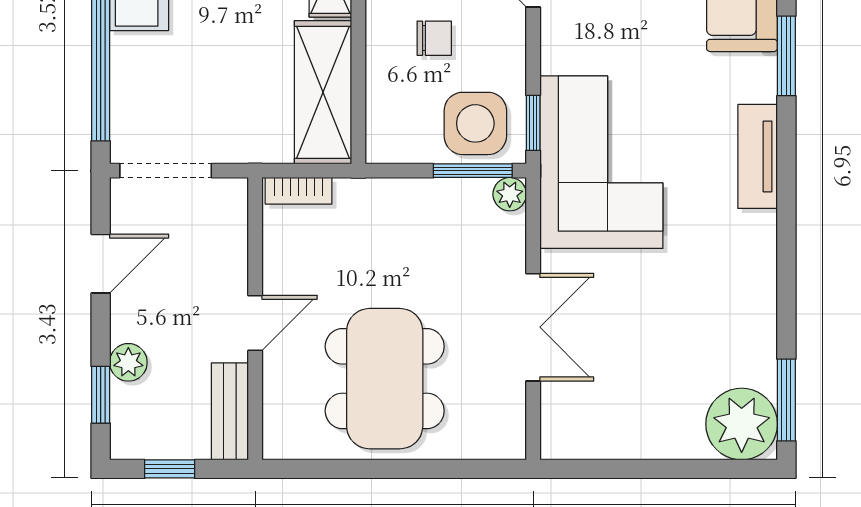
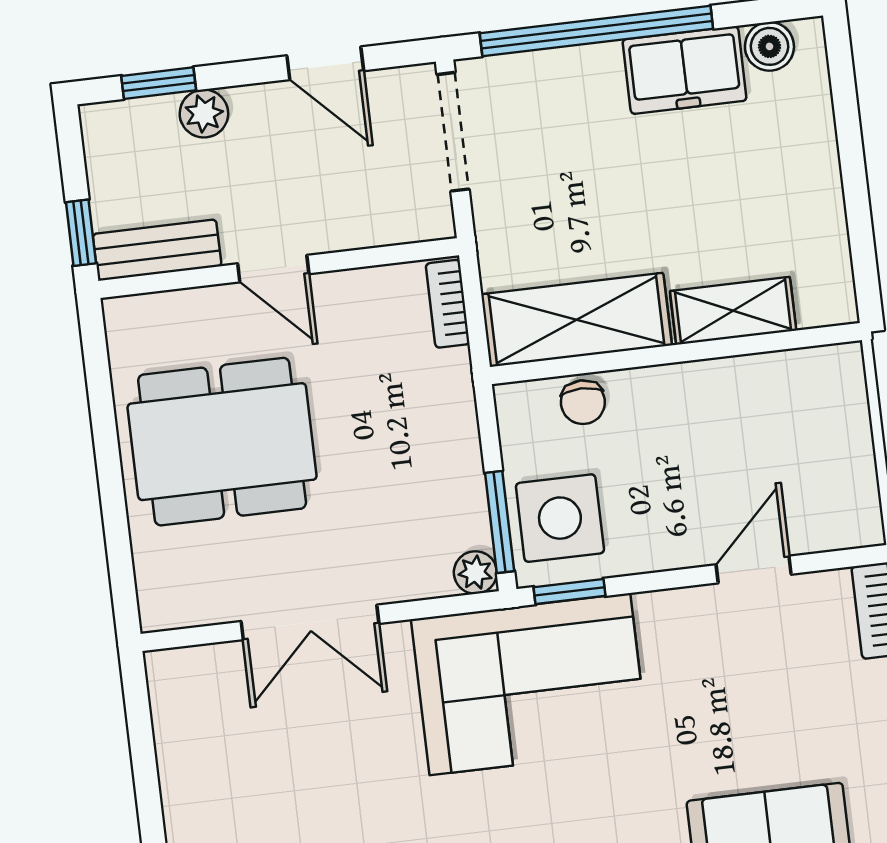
chair: (434, 38) -> (583, 402), moved
window: (170, 469) -> (81, 233), moved

